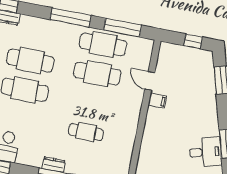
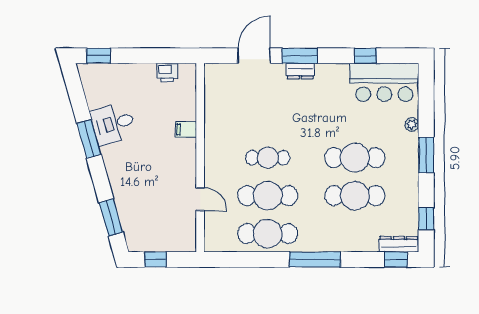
window: (123, 28) -> (247, 259), removed
filing cabinet: (157, 101) -> (186, 129), moved
cafe table: (86, 132) -> (268, 158), moved

